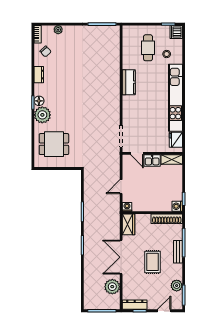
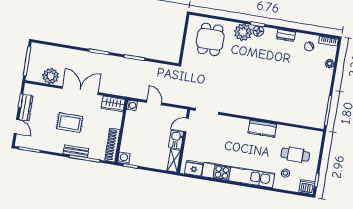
plant: (177, 286) -> (41, 144), removed
dresser: (135, 305) -> (26, 108), moved

